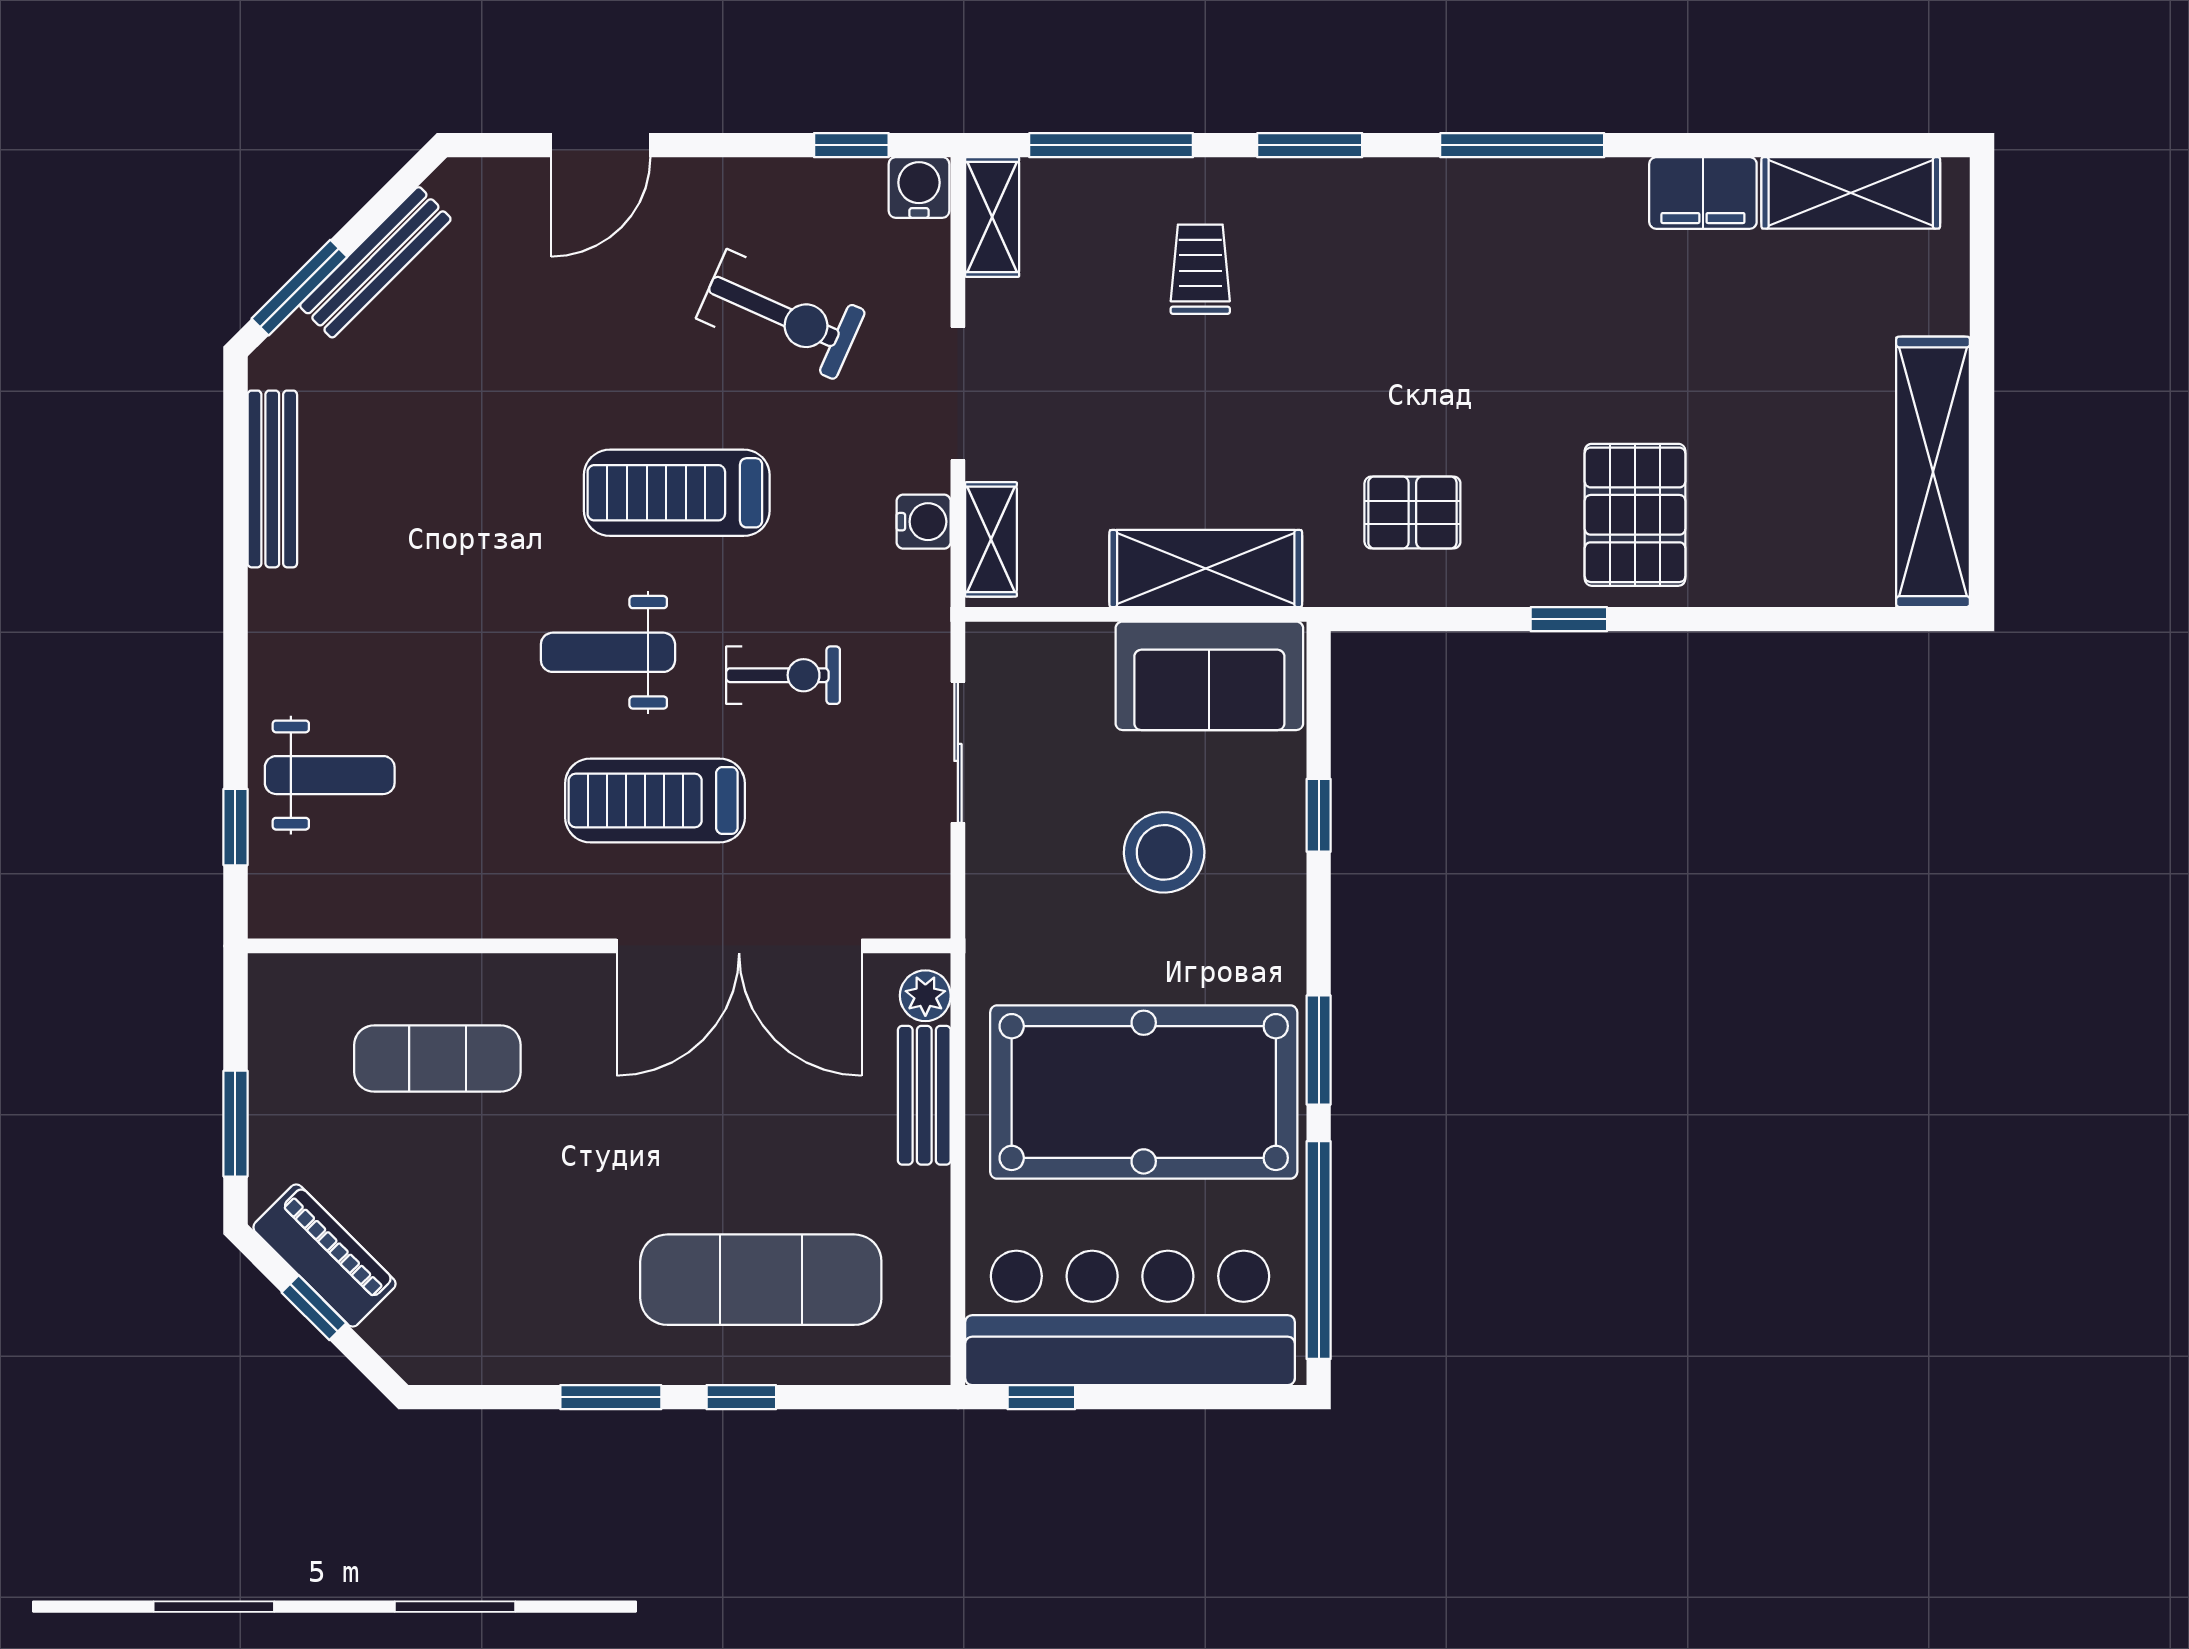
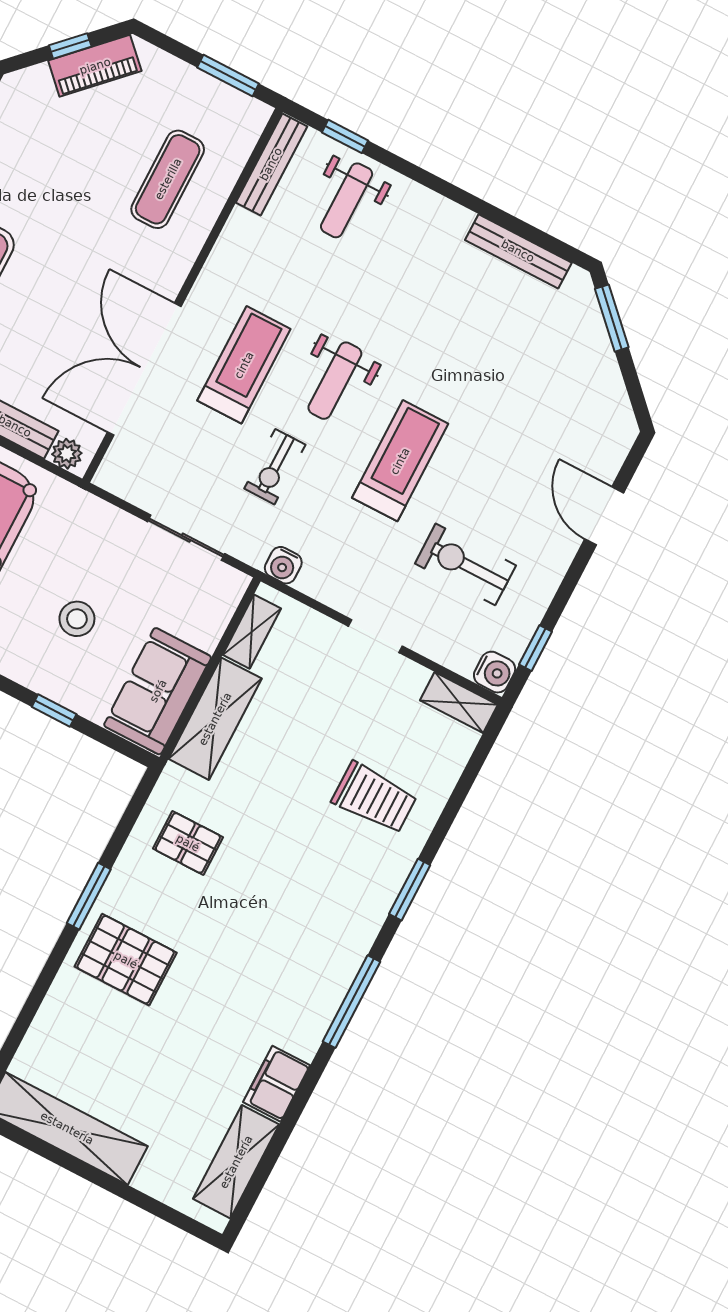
window: (1111, 145) -> (464, 785), removed
bench: (375, 262) -> (271, 164), moved, turned 45
trolley: (1200, 269) -> (374, 798), width x1.36, depth x1.39
exercise bike: (781, 315) -> (465, 564), turned 66
doorway: (958, 393) -> (375, 636), width x0.73
pallet: (1412, 513) -> (188, 843), turned 90
water cooler: (924, 522) -> (283, 565), moved
shelving: (991, 539) -> (252, 632), moved, turned 90
window: (1569, 619) -> (89, 896), width x1.50
weight bench: (608, 652) -> (335, 381), turned 180
stool: (1164, 852) -> (77, 619), width x0.73, depth x0.73
window: (235, 1124) -> (228, 75), moved

